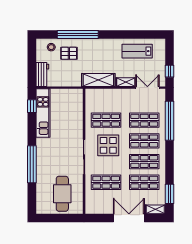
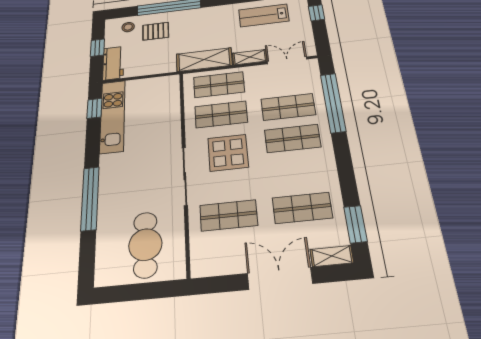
window: (32, 61) -> (97, 48), added
window: (169, 71) -> (316, 13), moved
shop shelf: (144, 162) -> (219, 85), moved

